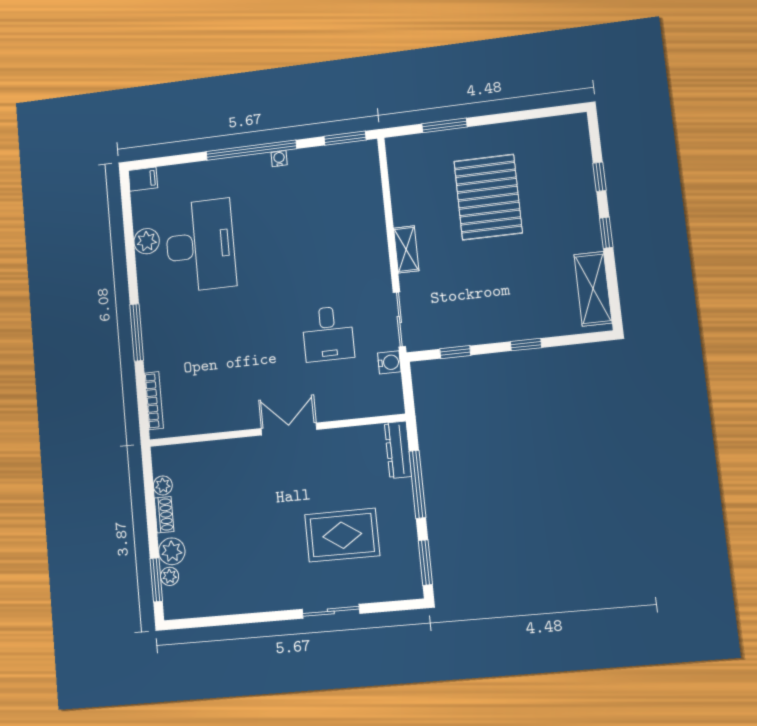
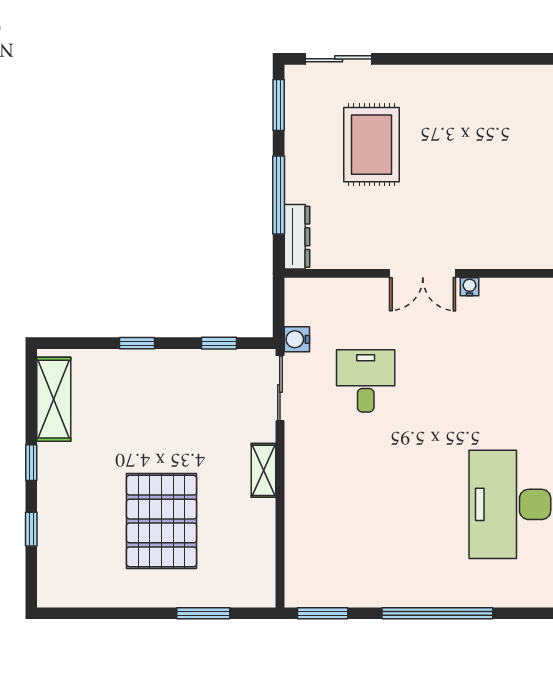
water cooler: (279, 159) -> (469, 287), moved, turned 180
rug: (342, 535) -> (372, 145), turned 90
sliding door: (331, 611) -> (339, 59), moved

